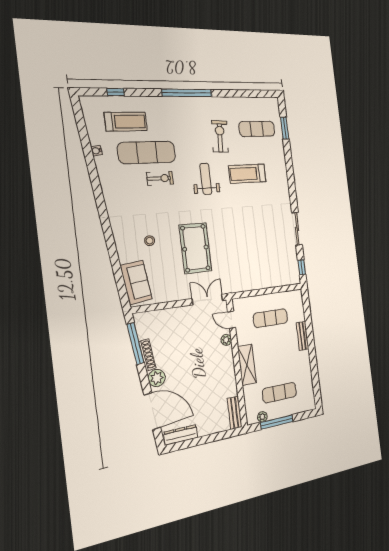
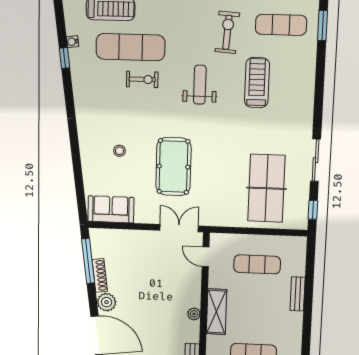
window: (91, 165) -> (65, 58), added
treadmill: (247, 174) -> (257, 83), turned 90
table tennis table: (267, 256) -> (266, 188), added
sofa: (136, 282) -> (111, 209), moved, turned -83
plant: (226, 340) -> (194, 314), moved

